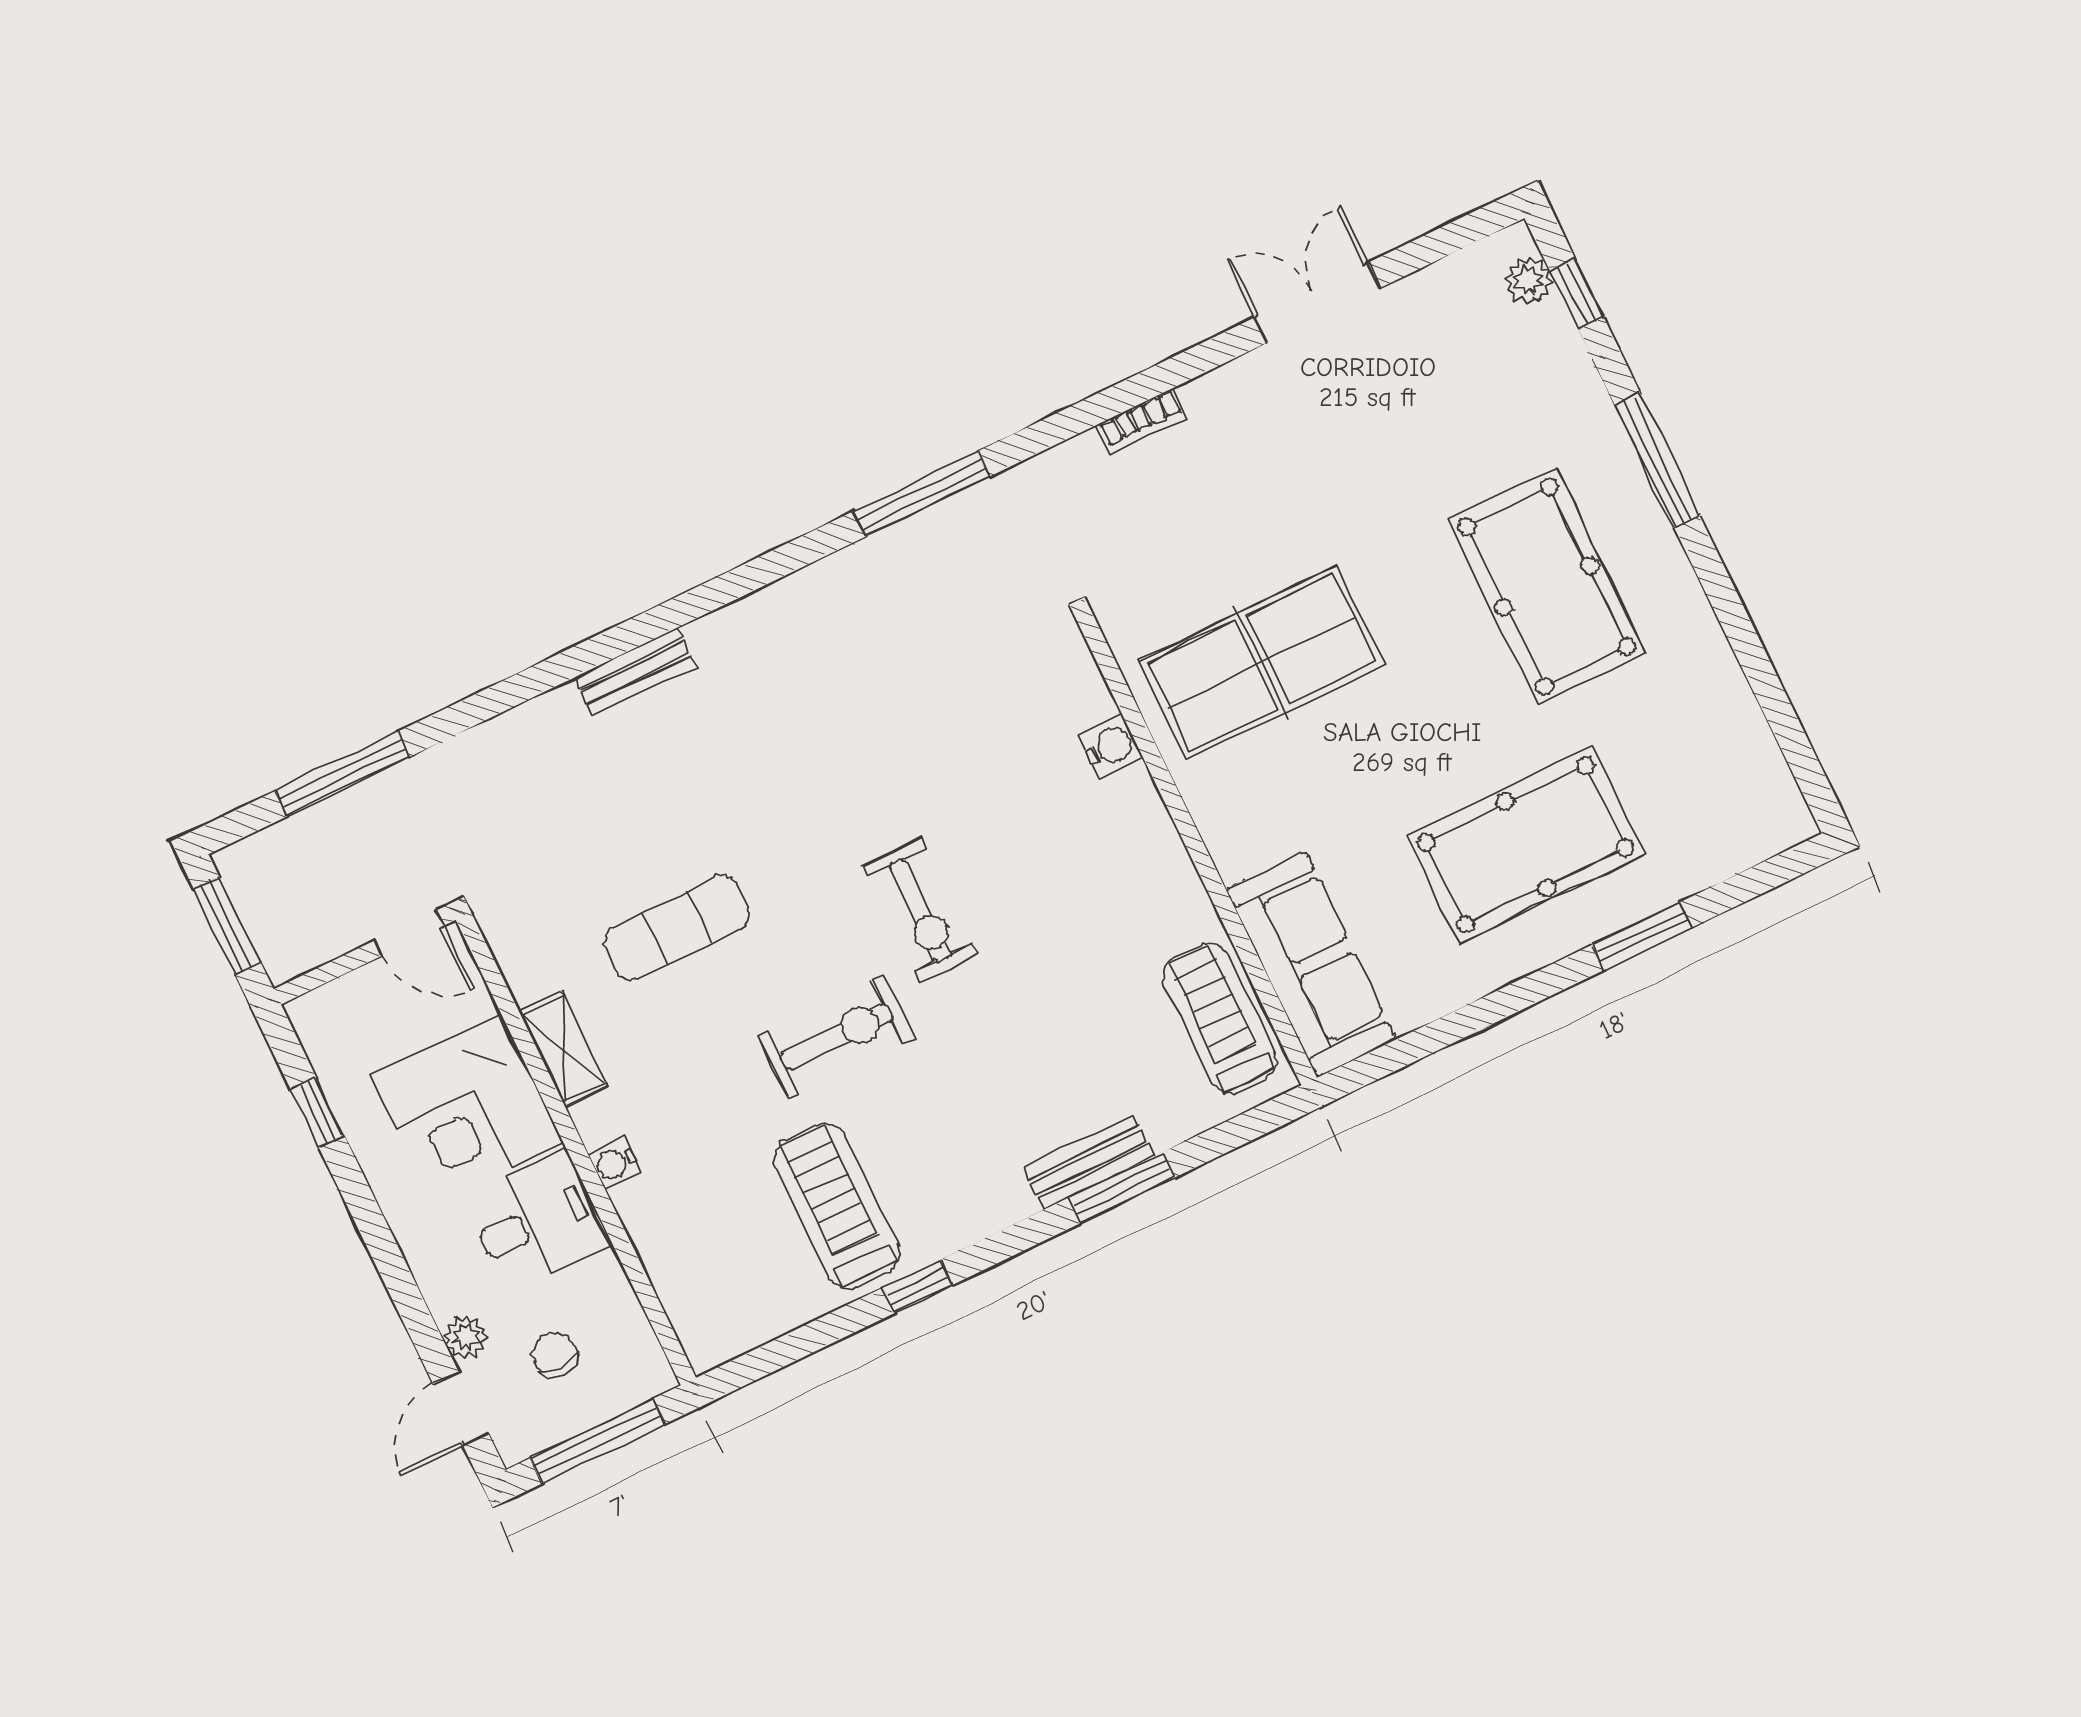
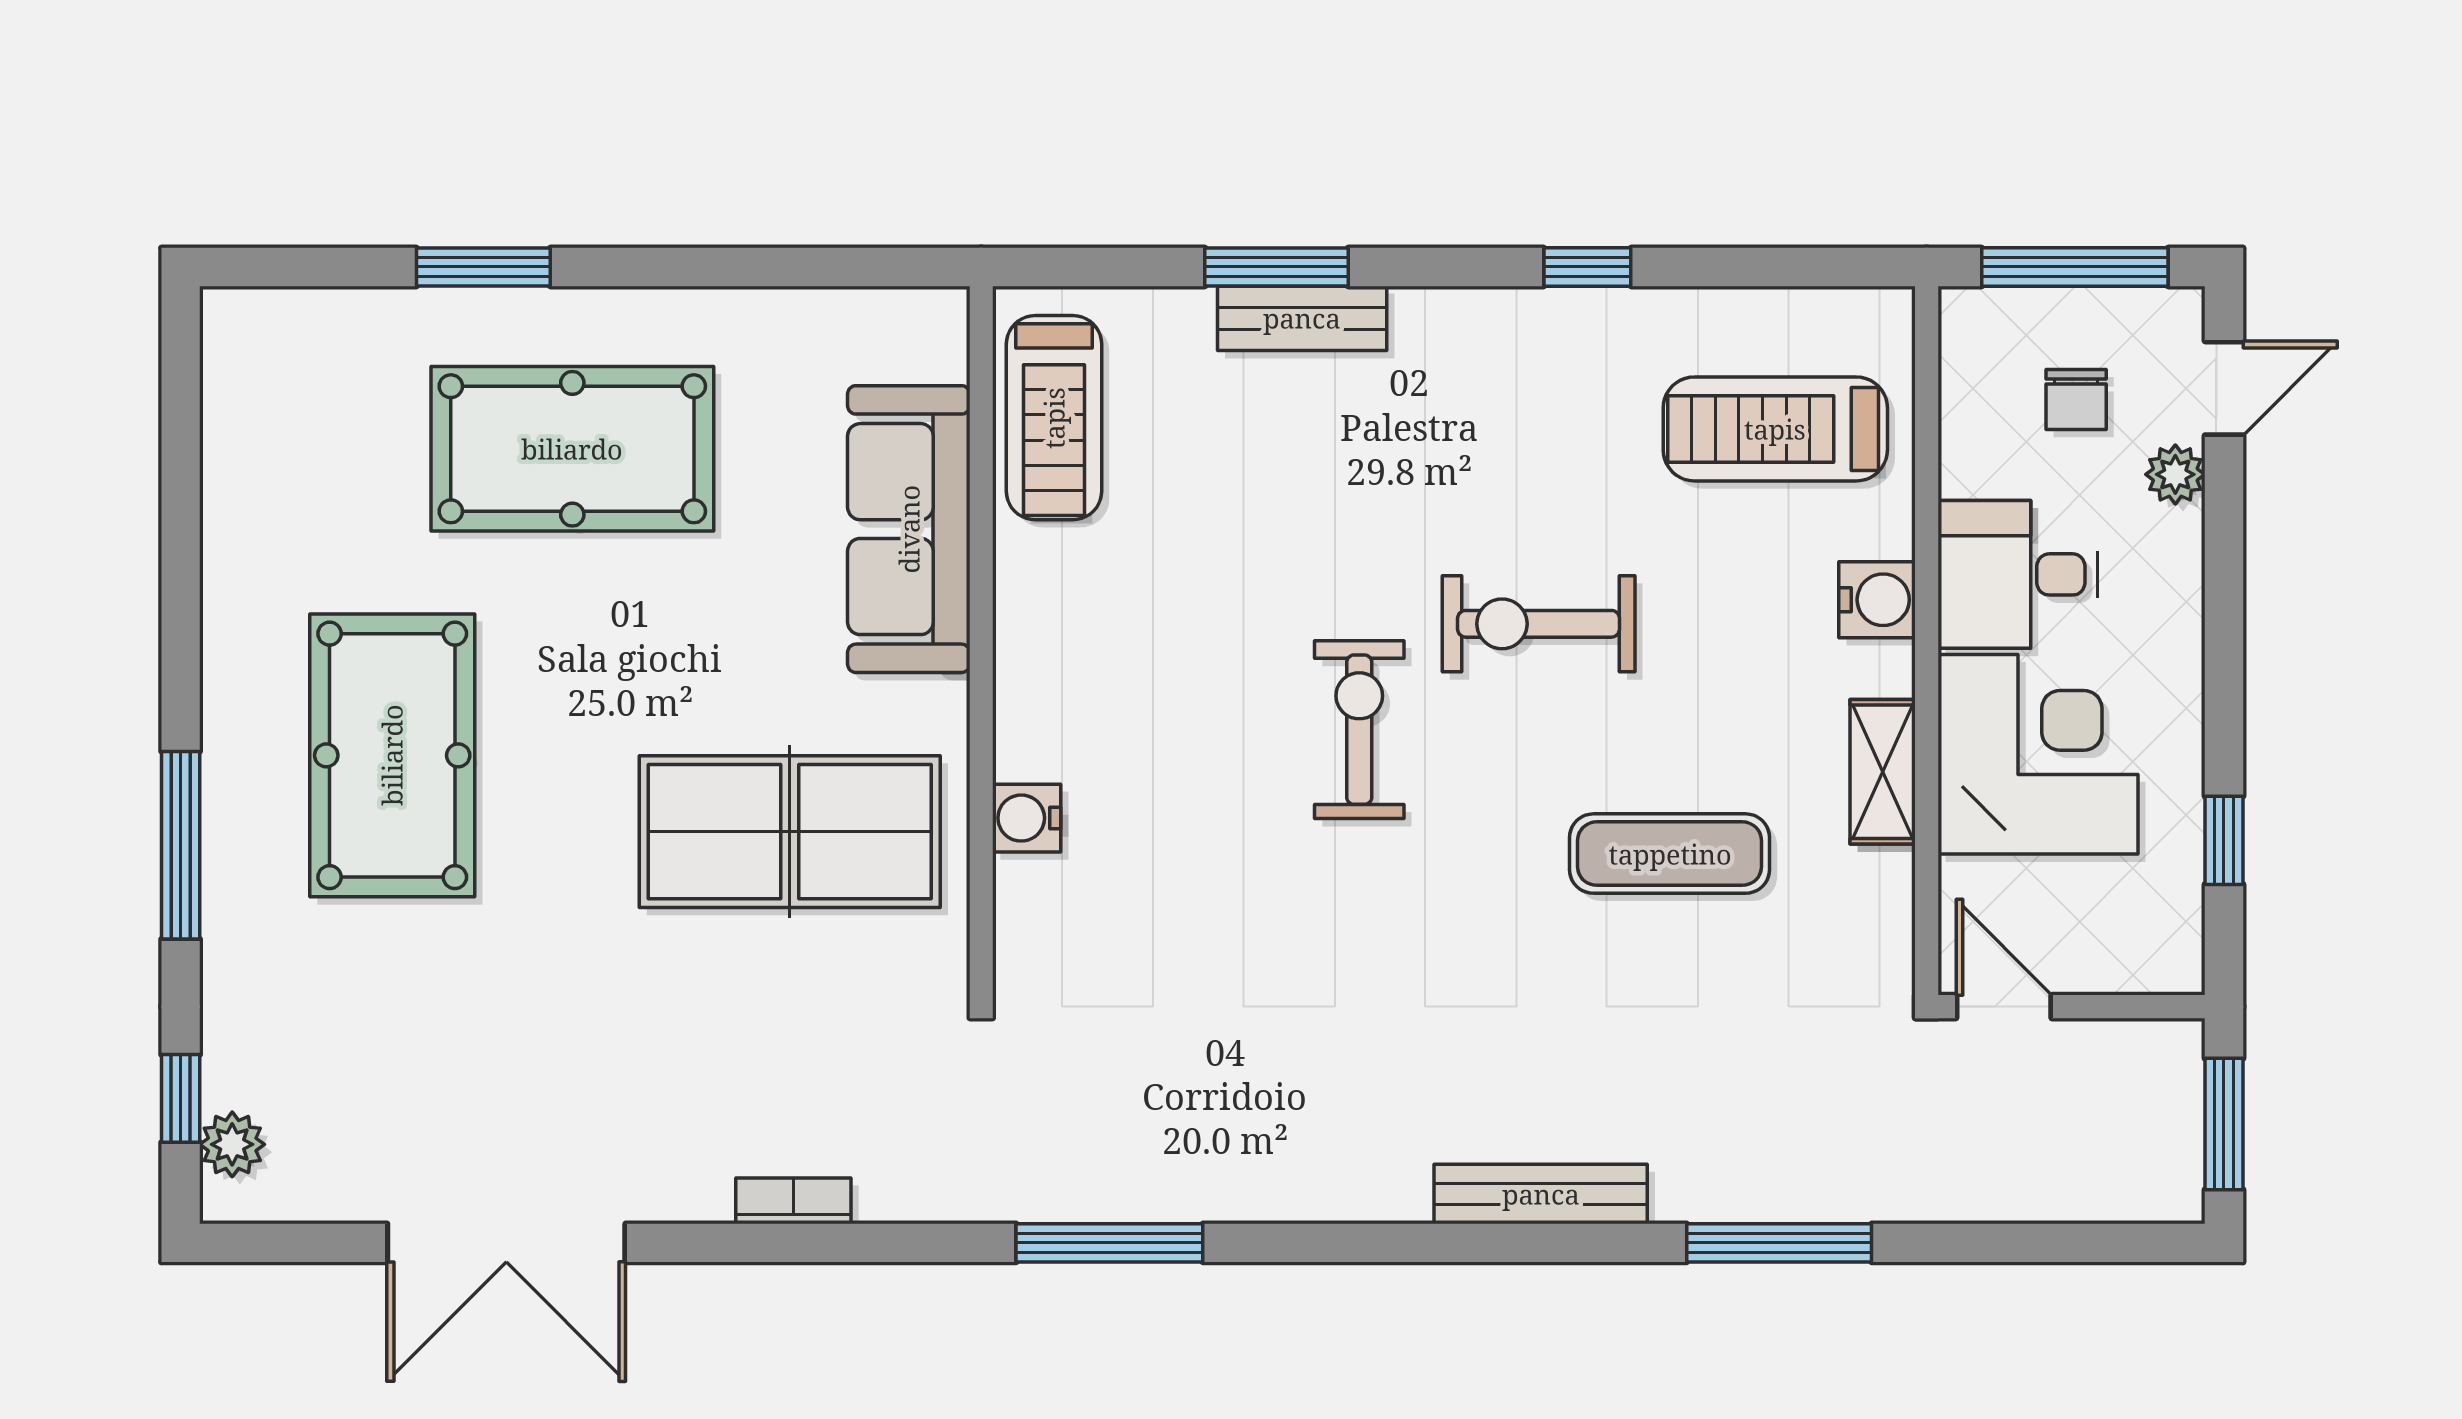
double door: (1317, 303) -> (506, 1243), width x1.37
bench: (635, 672) -> (1541, 1194), width x1.36
window: (343, 774) -> (1779, 1243), moved
sofa: (1311, 964) -> (909, 529), moved
water cooler: (615, 1163) -> (1877, 600), width x1.38, depth x1.38
treadmill: (837, 1207) -> (1775, 429), moved, turned 90

